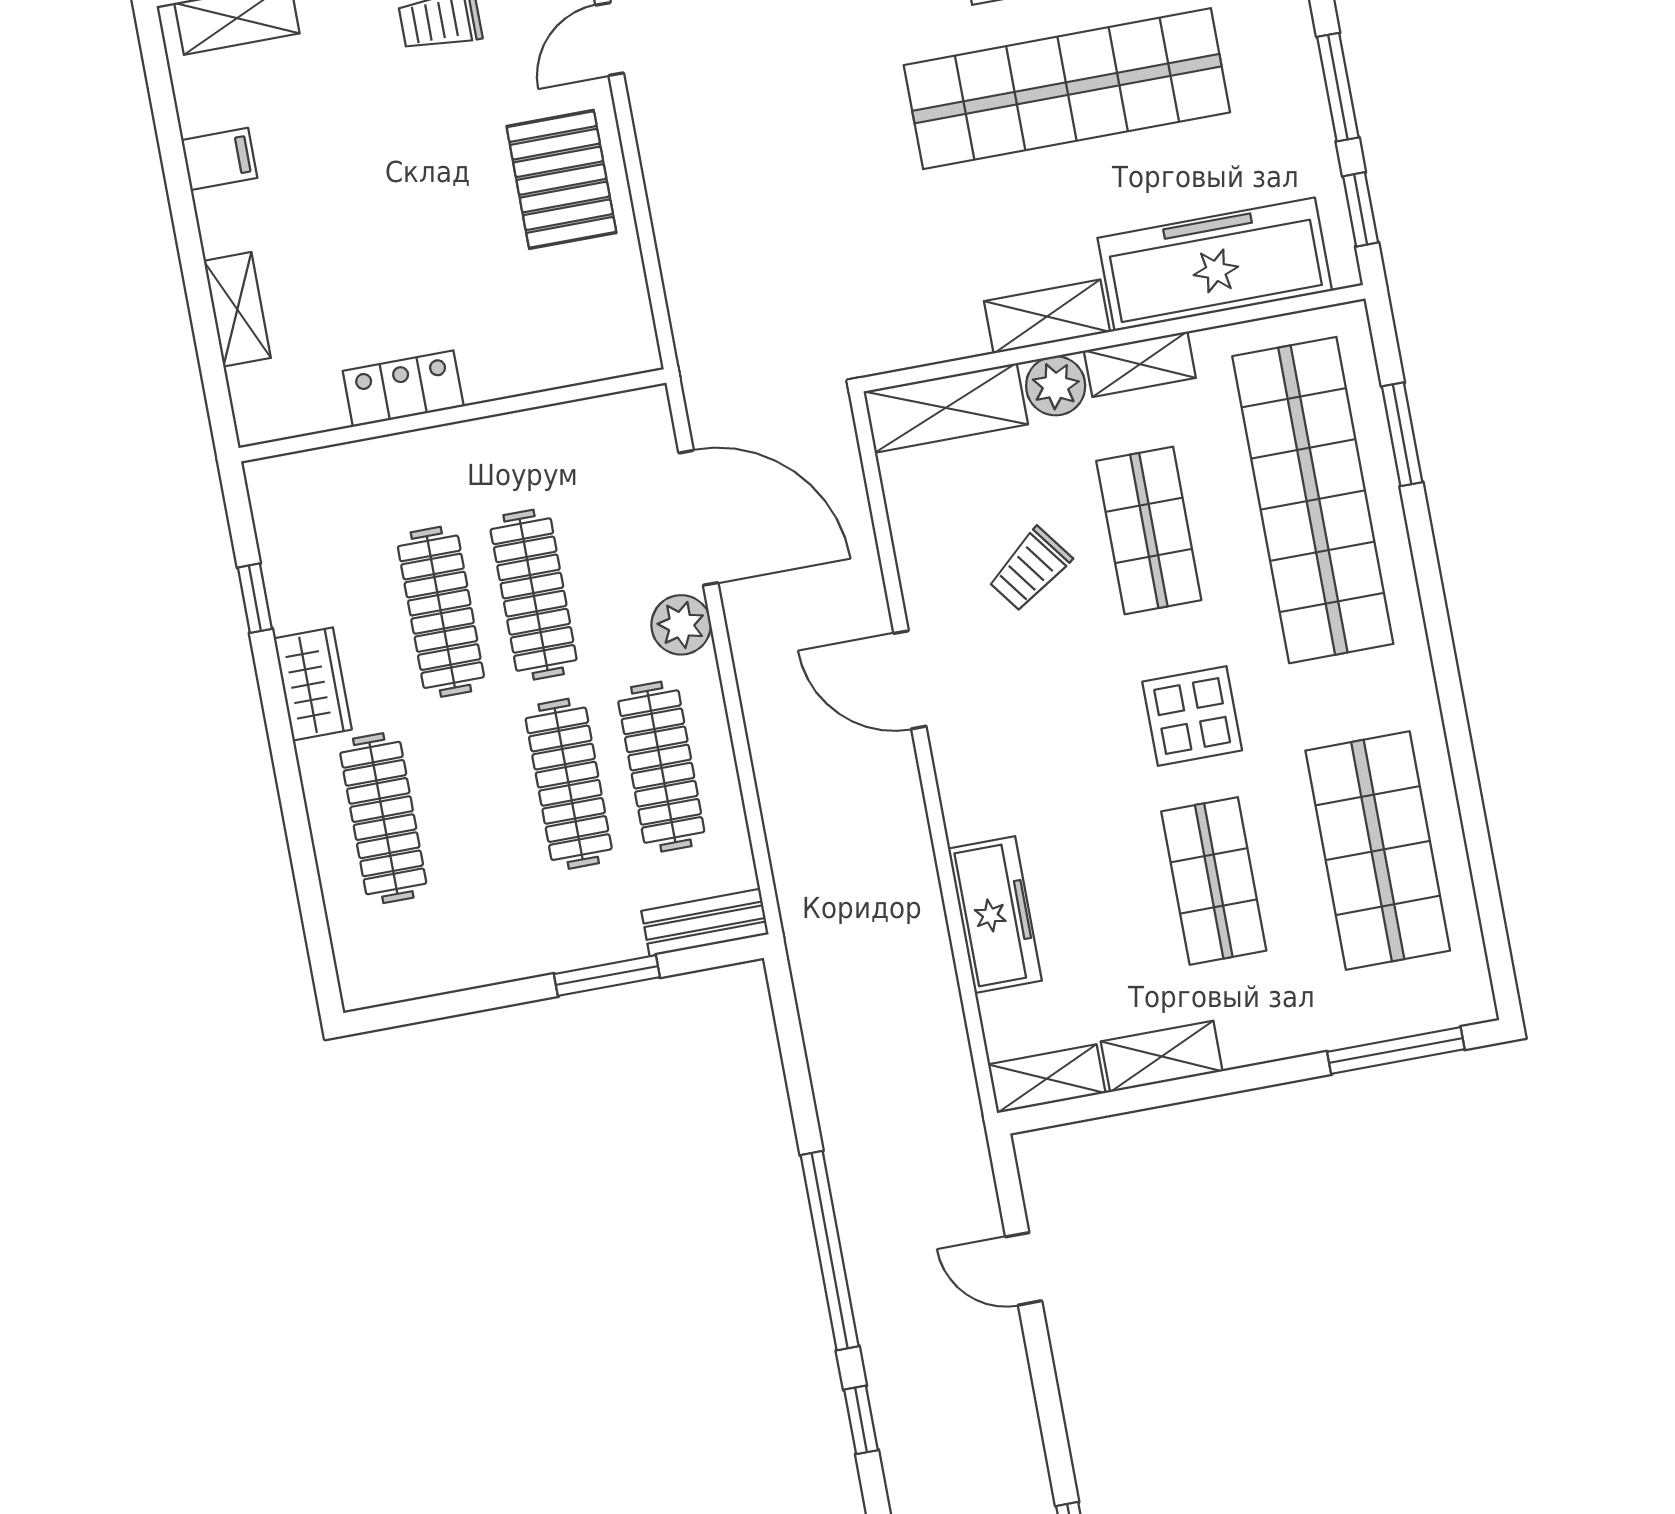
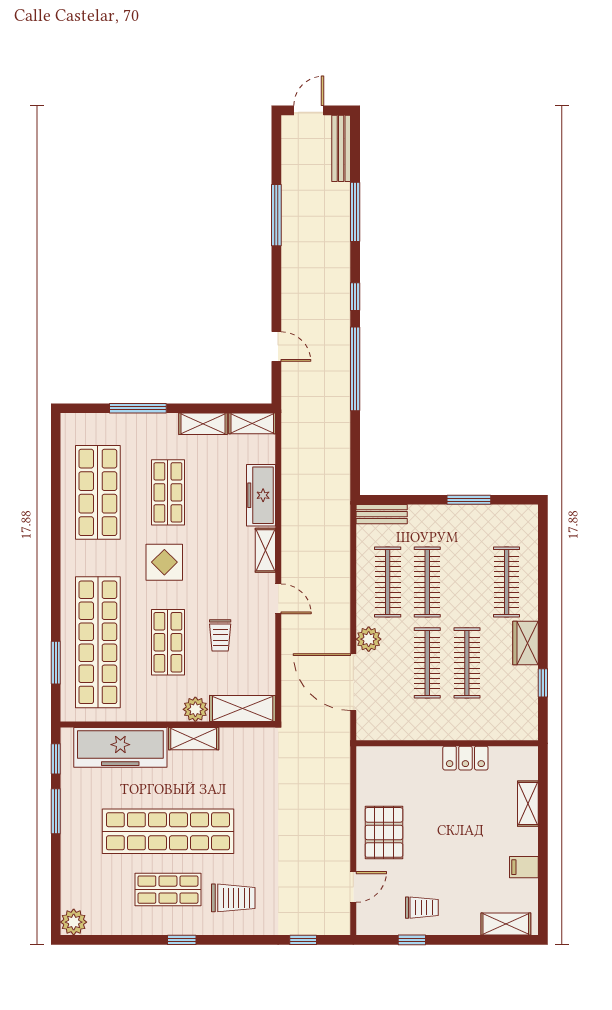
shelving: (1140, 364) -> (265, 550), moved, turned 90
trolley: (1030, 569) -> (220, 635), turned 127
door: (910, 680) -> (278, 599), width x0.73
window: (607, 976) -> (469, 500), moved
window: (1396, 1051) -> (138, 408), moved

